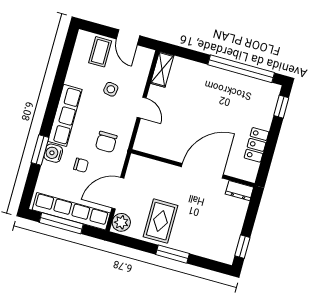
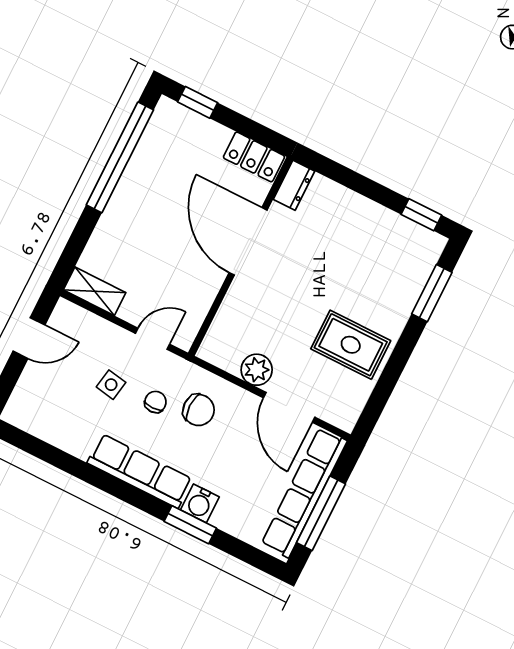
coffee table: (100, 52) -> (44, 390), removed
chair: (81, 165) -> (155, 402), moved
wall: (193, 168) -> (241, 256), moved
door: (202, 171) -> (248, 241), moved
dresser: (239, 191) -> (294, 185), moved
plant: (121, 222) -> (257, 370), moved
window: (172, 254) -> (432, 293), moved

